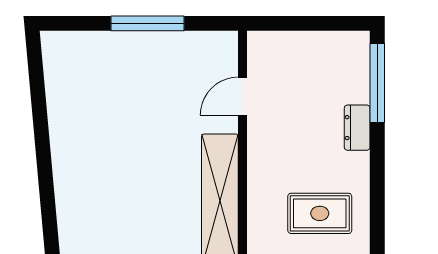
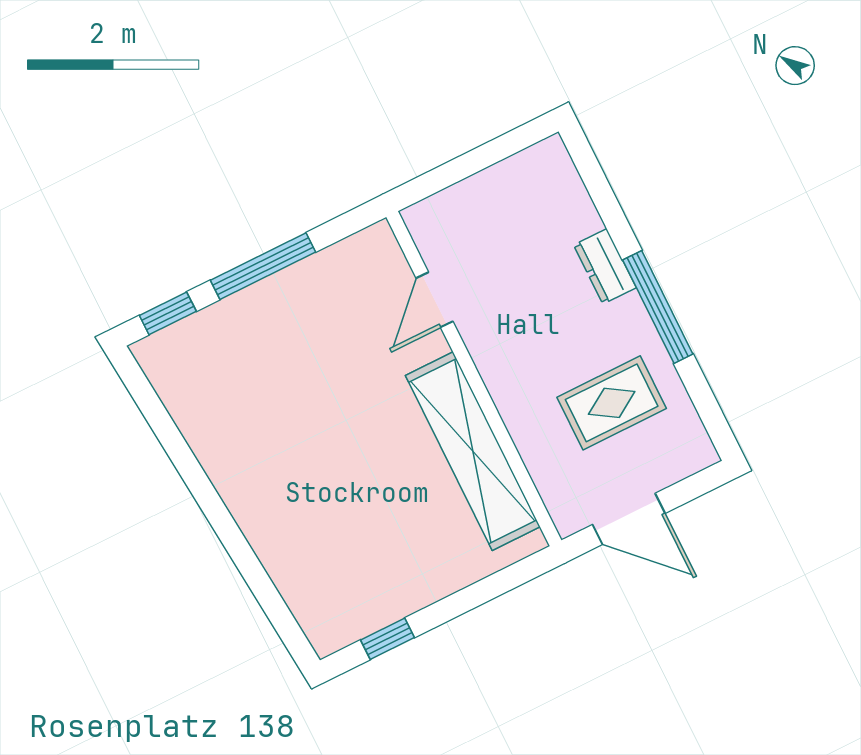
window: (75, 23) -> (168, 313), added
window: (377, 83) -> (658, 307), moved

